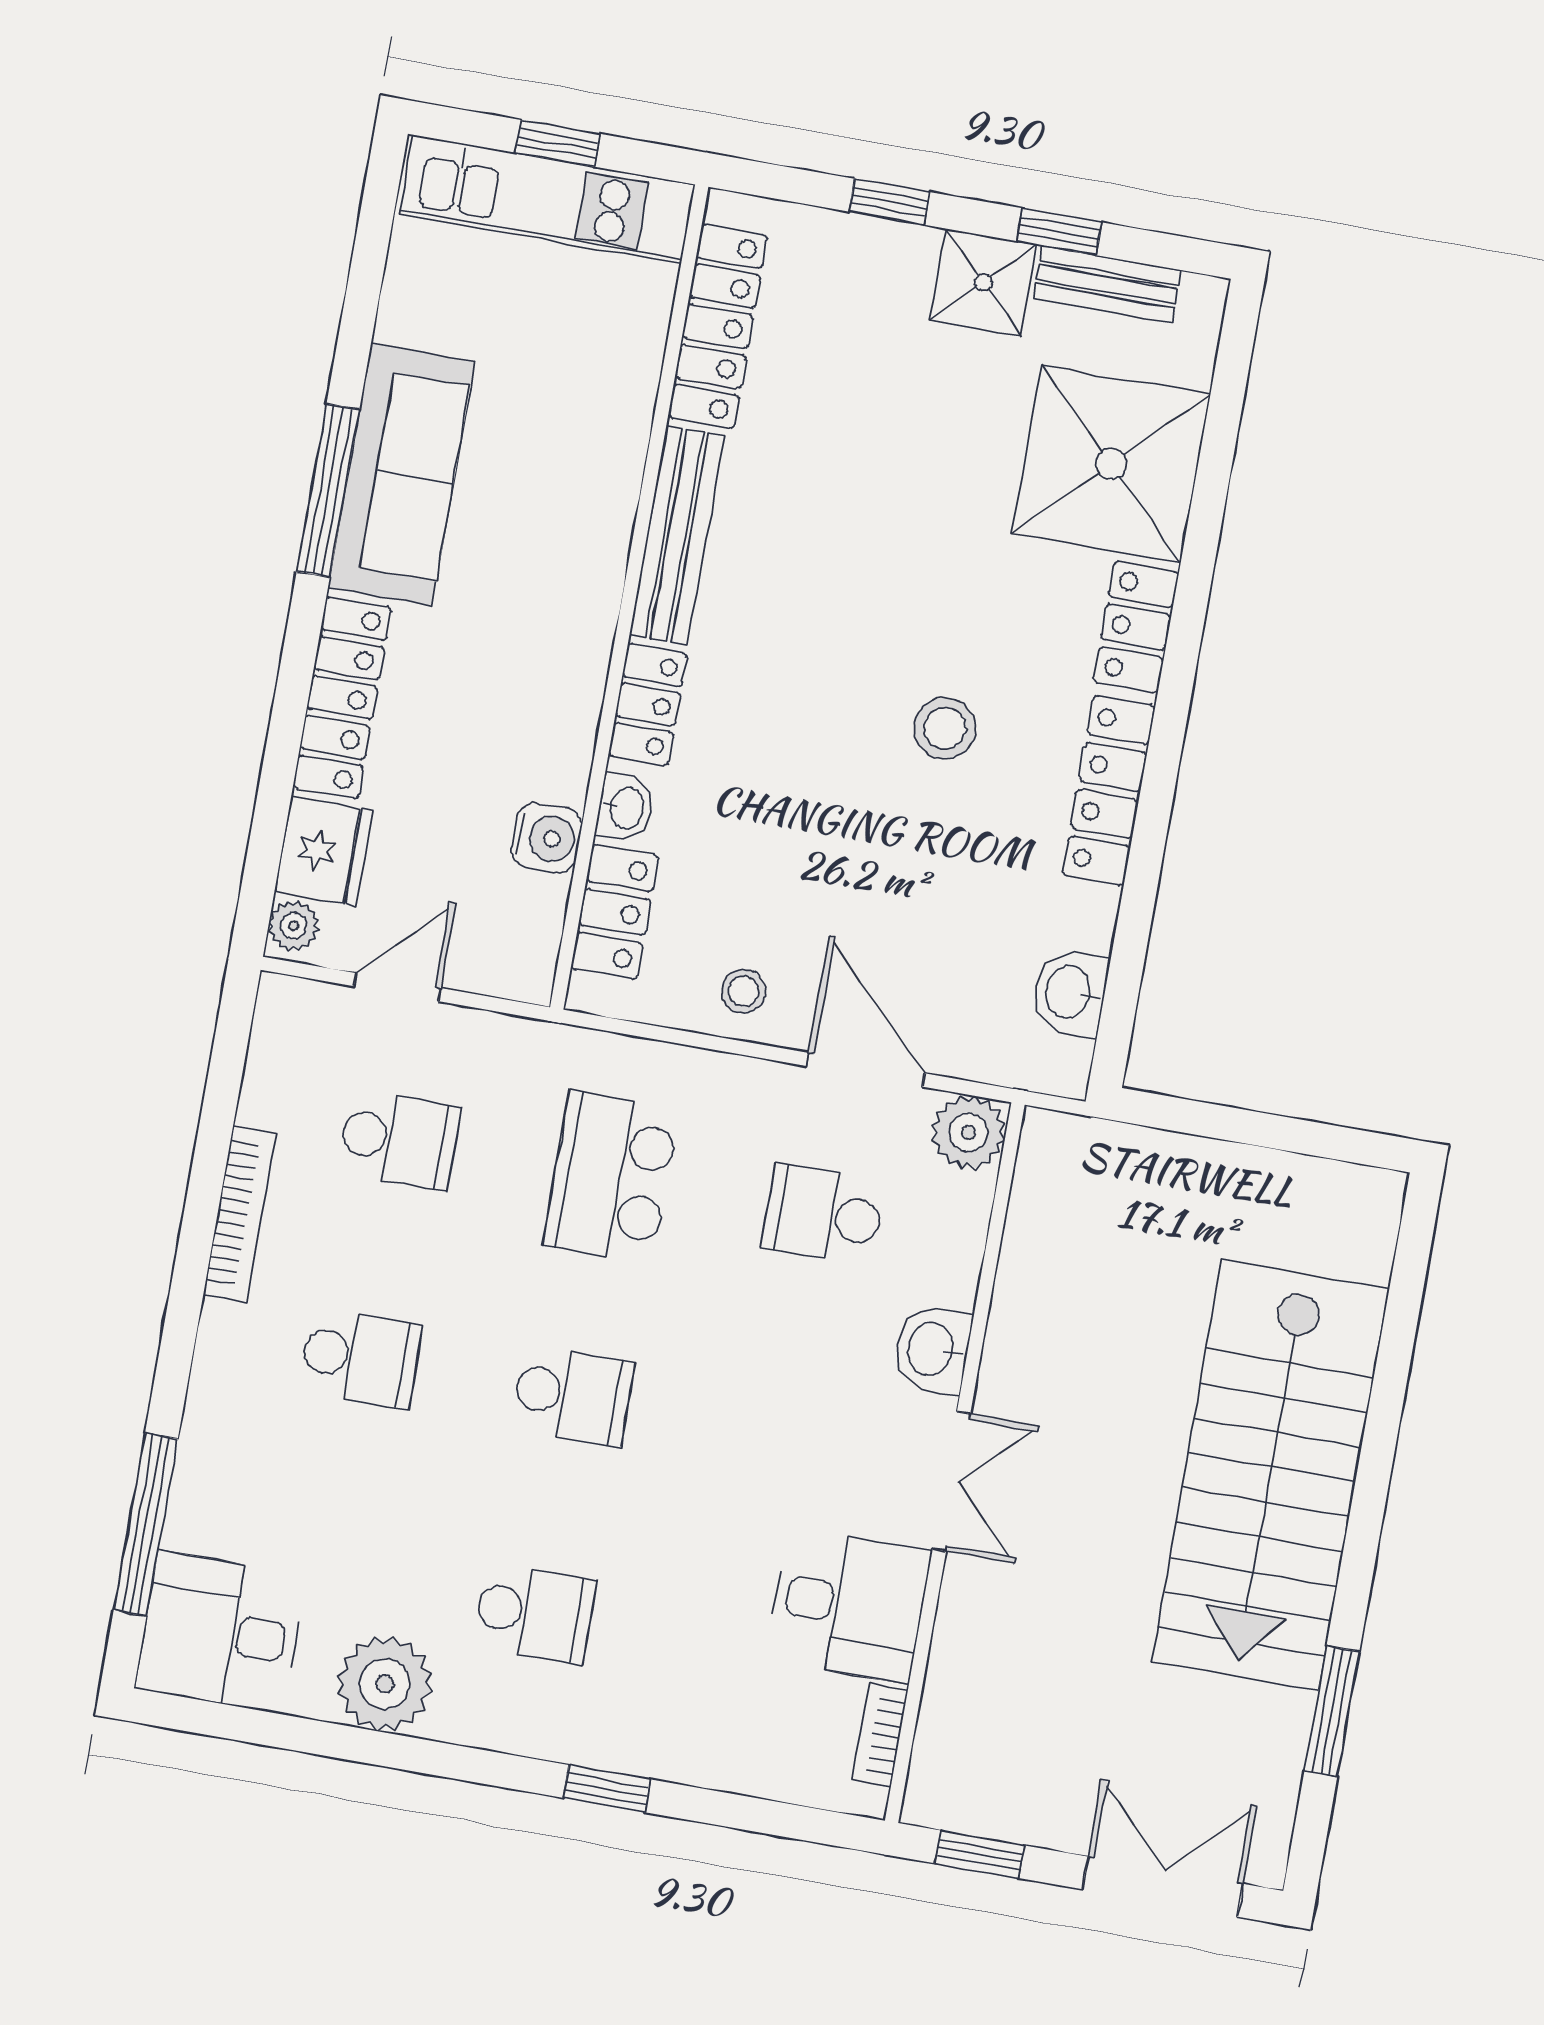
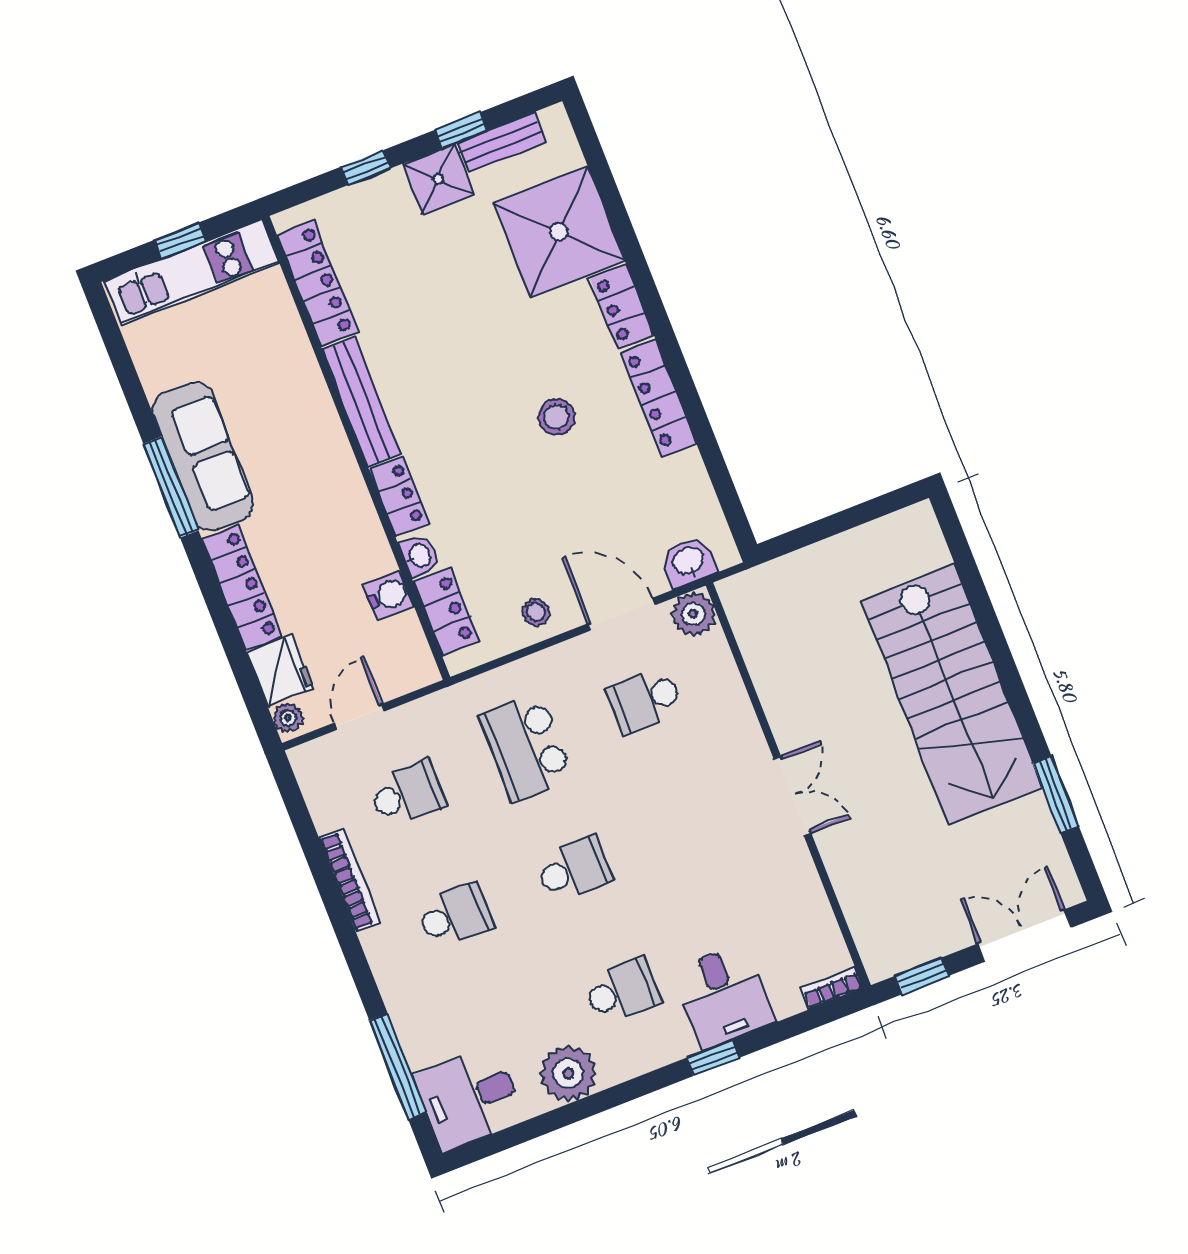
washbasin: (1070, 992) -> (689, 562), moved, turned 90
washbasin: (932, 1349) -> (742, 735), removed
desk: (849, 1605) -> (724, 996), moved, turned 90
bookcase: (880, 1735) -> (832, 988), moved, turned 90

